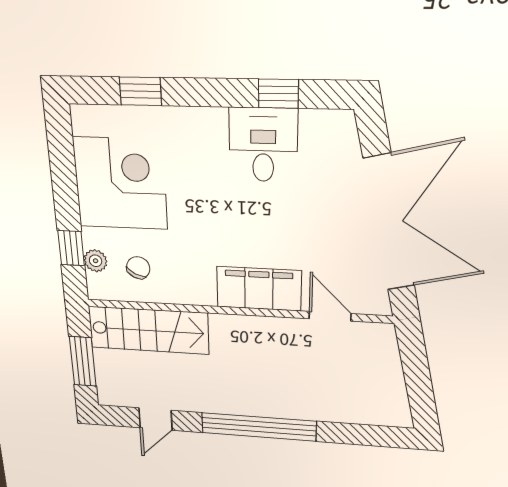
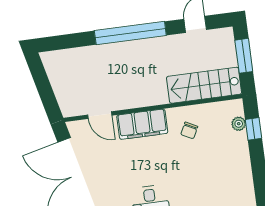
corner desk: (120, 184) -> (227, 172), removed
chair: (138, 268) -> (189, 130), moved

